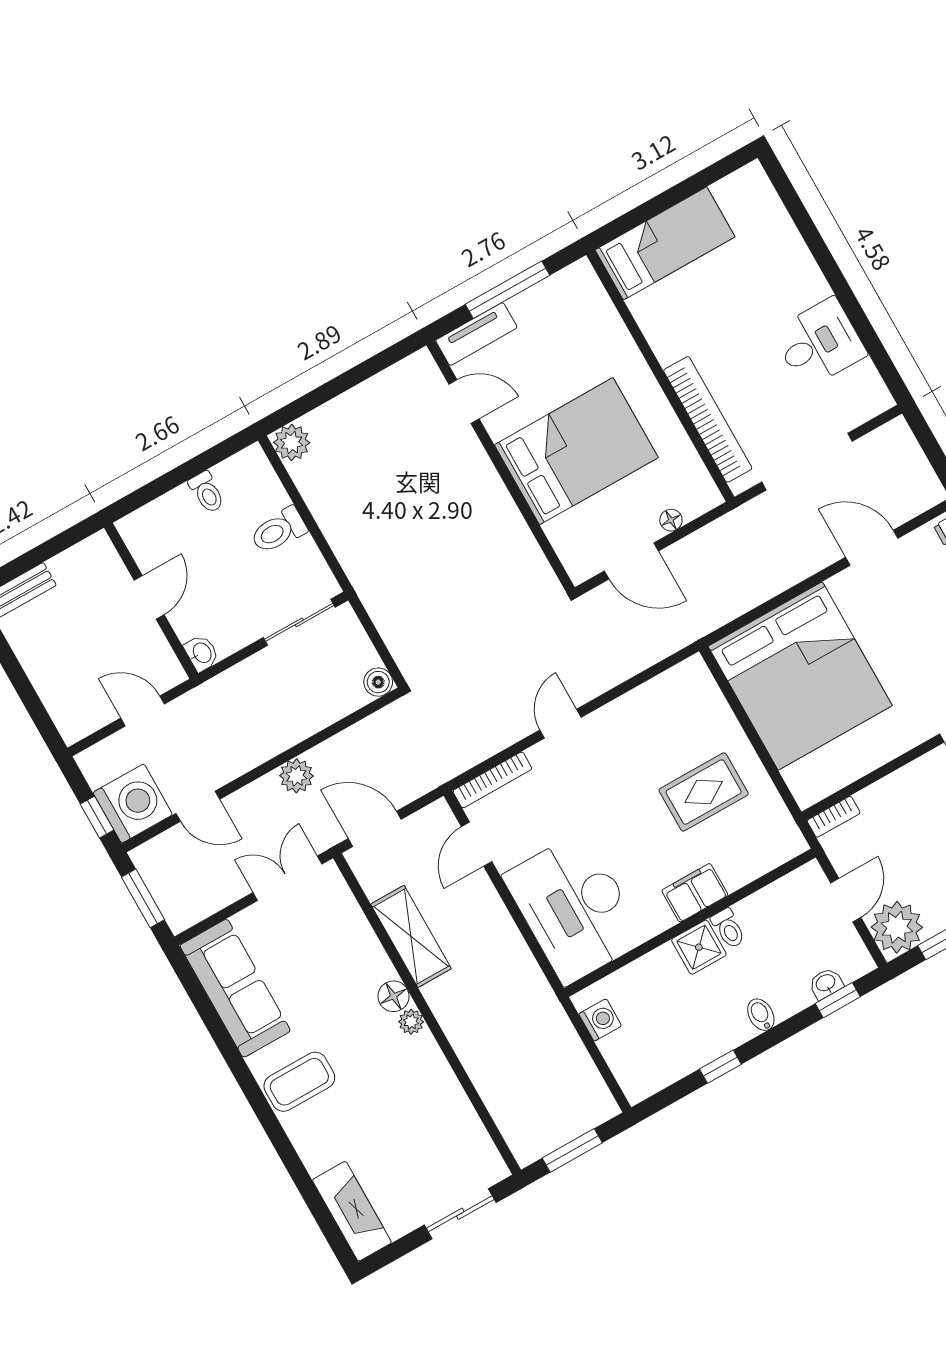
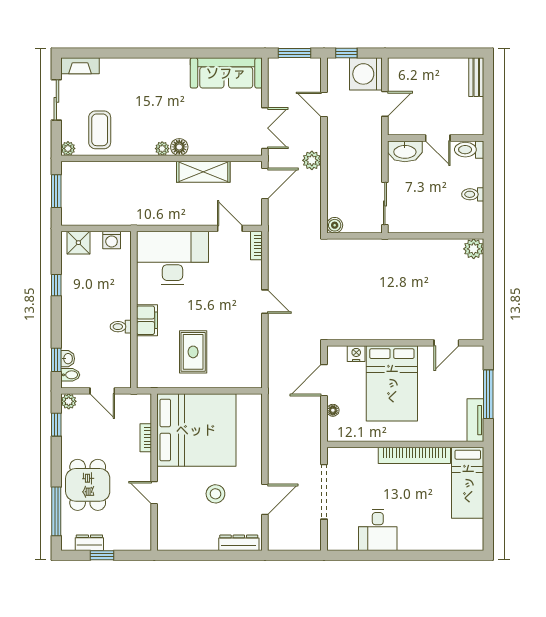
tv unit: (476, 334) -> (475, 420), moved
bookcase: (708, 419) -> (414, 455), moved
toilet: (279, 530) -> (469, 150), moved, turned -90
nightstand: (561, 534) -> (356, 354), added
stool: (907, 630) -> (215, 494), added
washbasin: (202, 653) -> (405, 151), width x1.91, depth x1.45
bed: (800, 676) -> (196, 430), moved, turned 180
bookcase: (492, 780) -> (256, 246), width x0.64
washing machine: (133, 803) -> (366, 74), moved, turned 90
door: (198, 806) -> (324, 104), hinge flipped
bookcase: (834, 817) -> (146, 438), moved
plant: (897, 927) -> (69, 401), width x0.53, depth x0.53
shower: (699, 947) -> (78, 243), moved
bidet: (761, 1015) -> (70, 375), moved
coffee table: (299, 1082) -> (100, 130), moved
plant: (495, 1170) -> (68, 148), added
fireplace: (352, 1211) -> (80, 66), width x0.73, depth x0.76
sliding door: (460, 1214) -> (56, 100), moved

